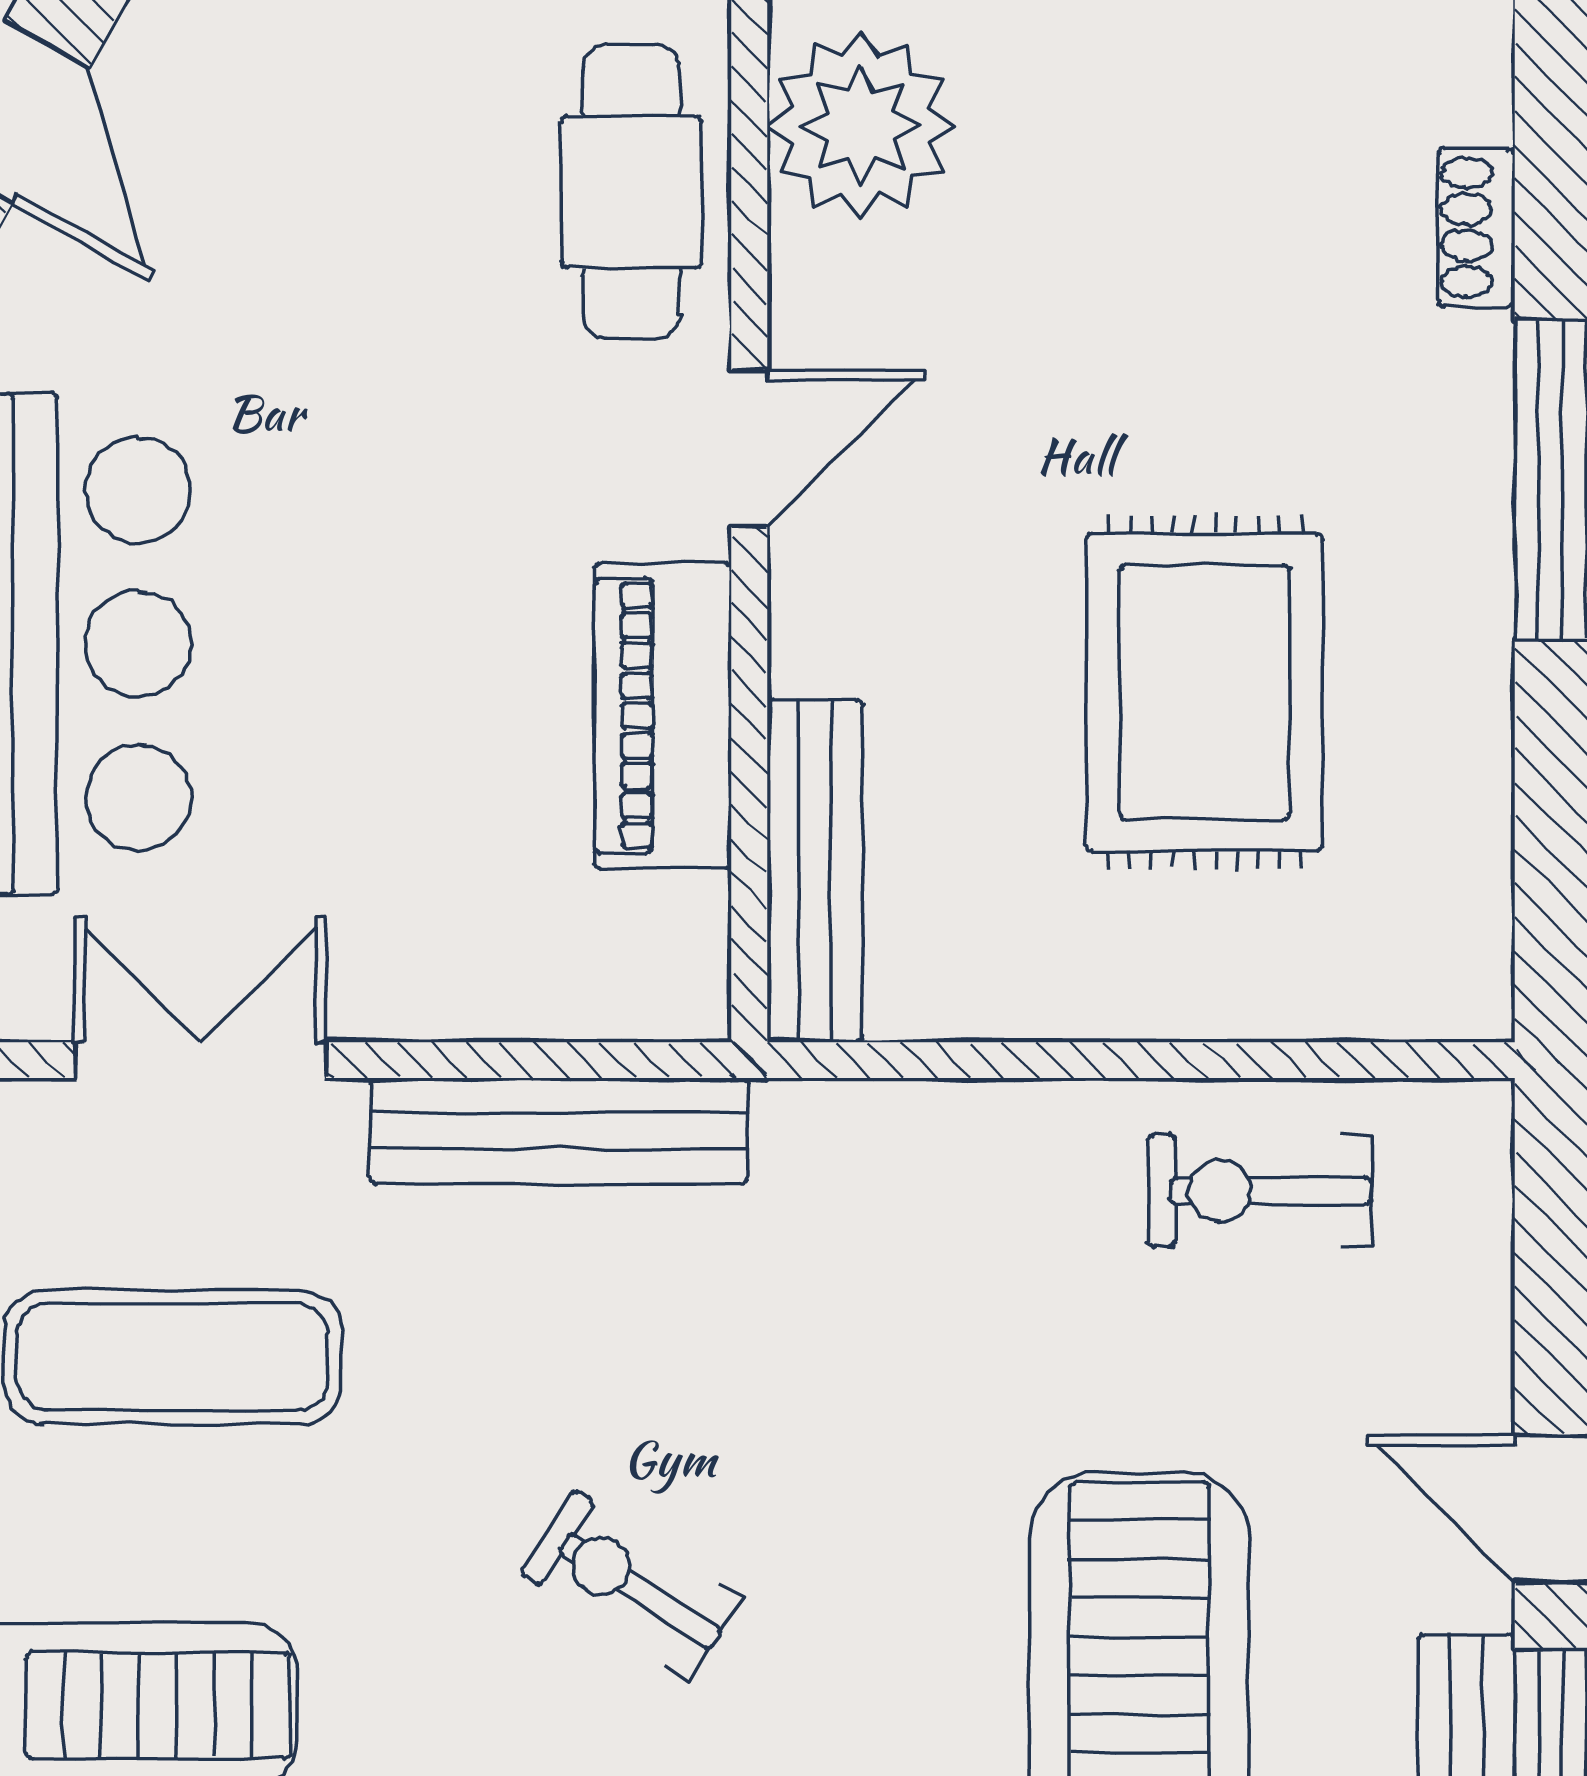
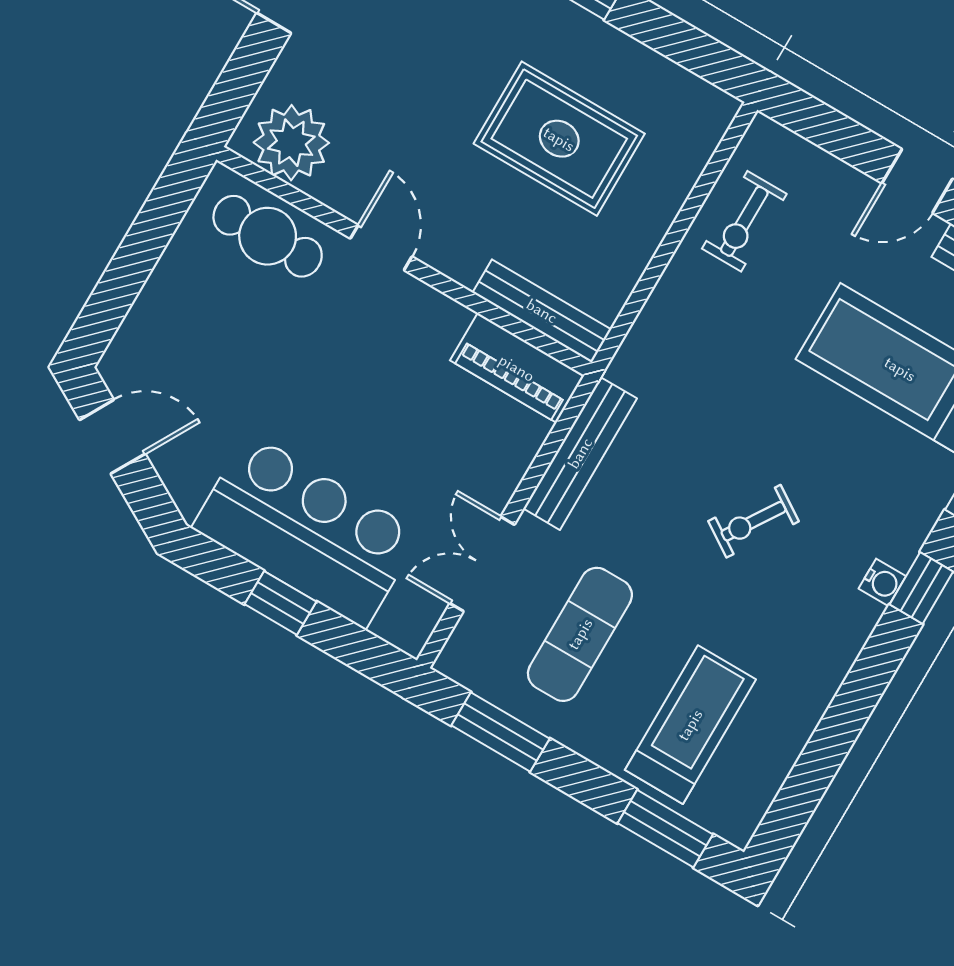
piano: (663, 716) -> (517, 368), moved

